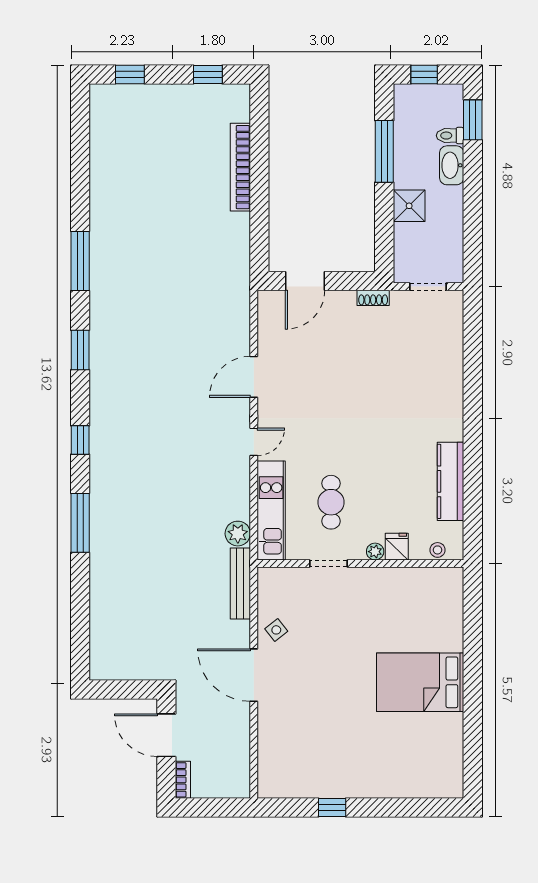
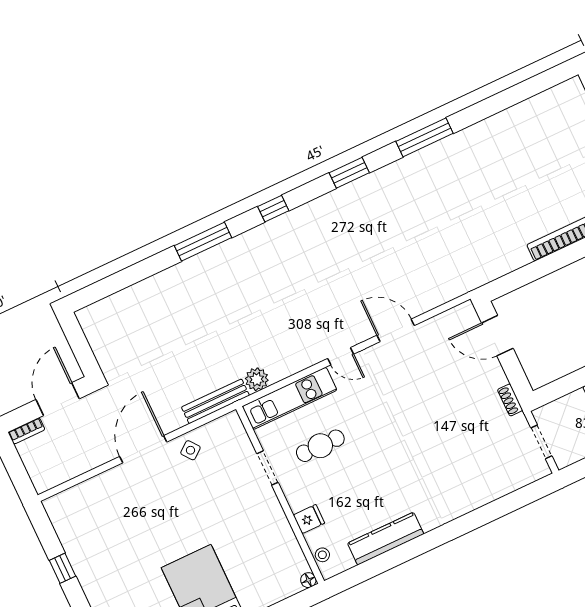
plant: (375, 552) -> (296, 503), removed
floor lamp: (456, 575) -> (308, 580), added

